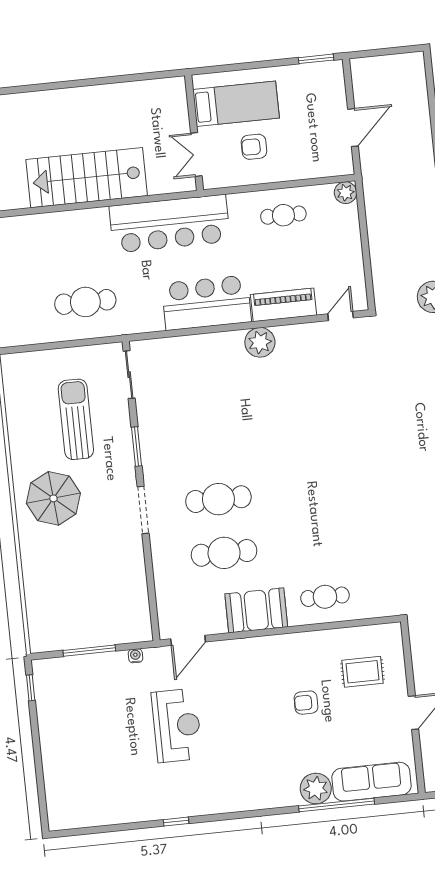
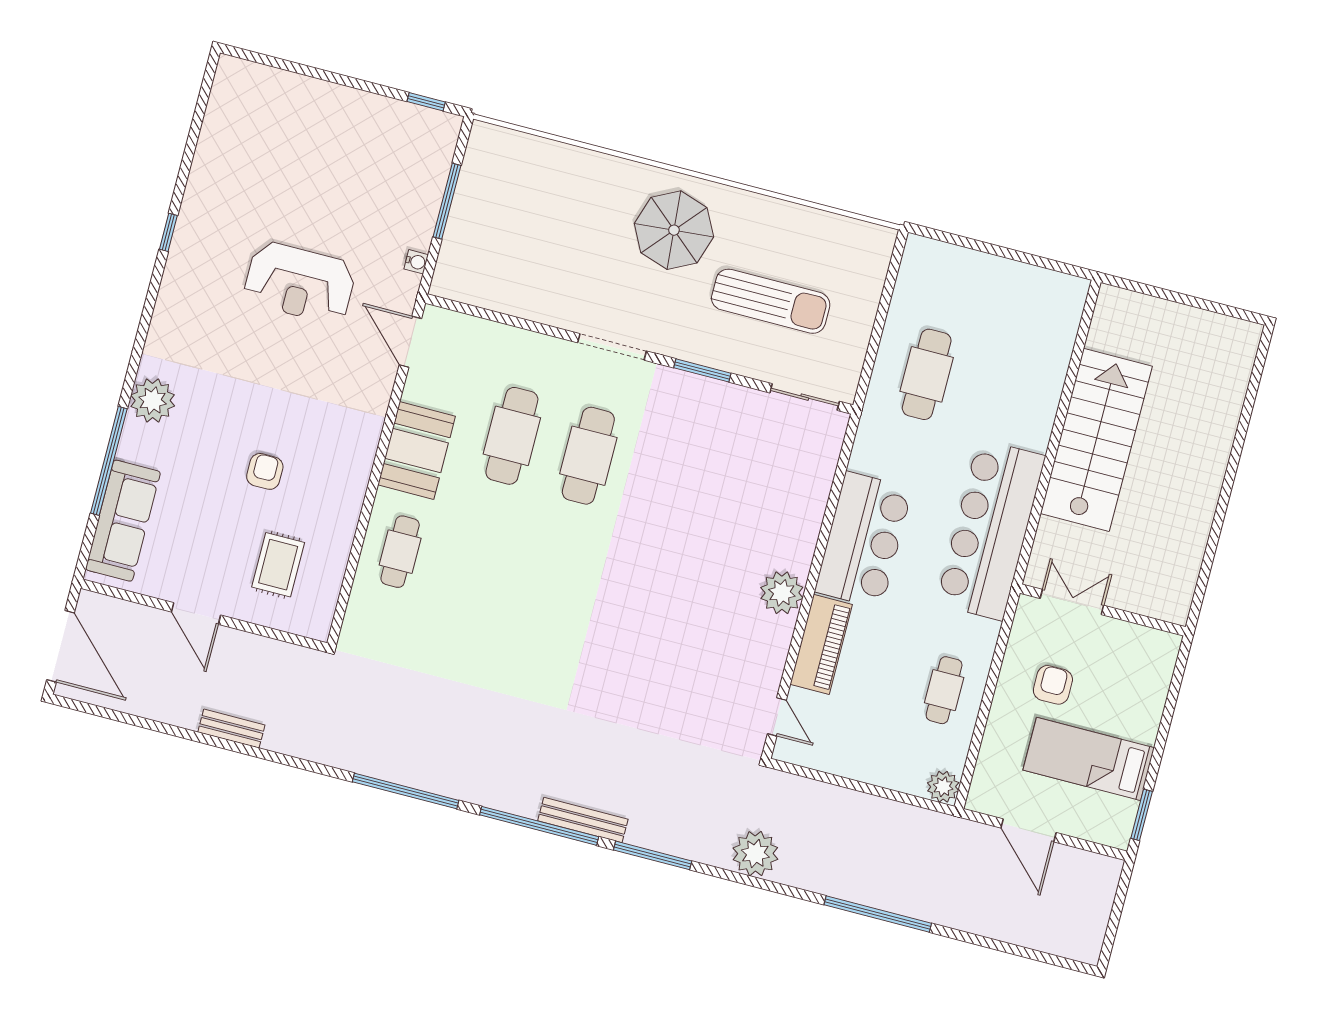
bed: (236, 104) -> (1089, 759), moved, turned 90
plant: (316, 788) -> (153, 401), moved

